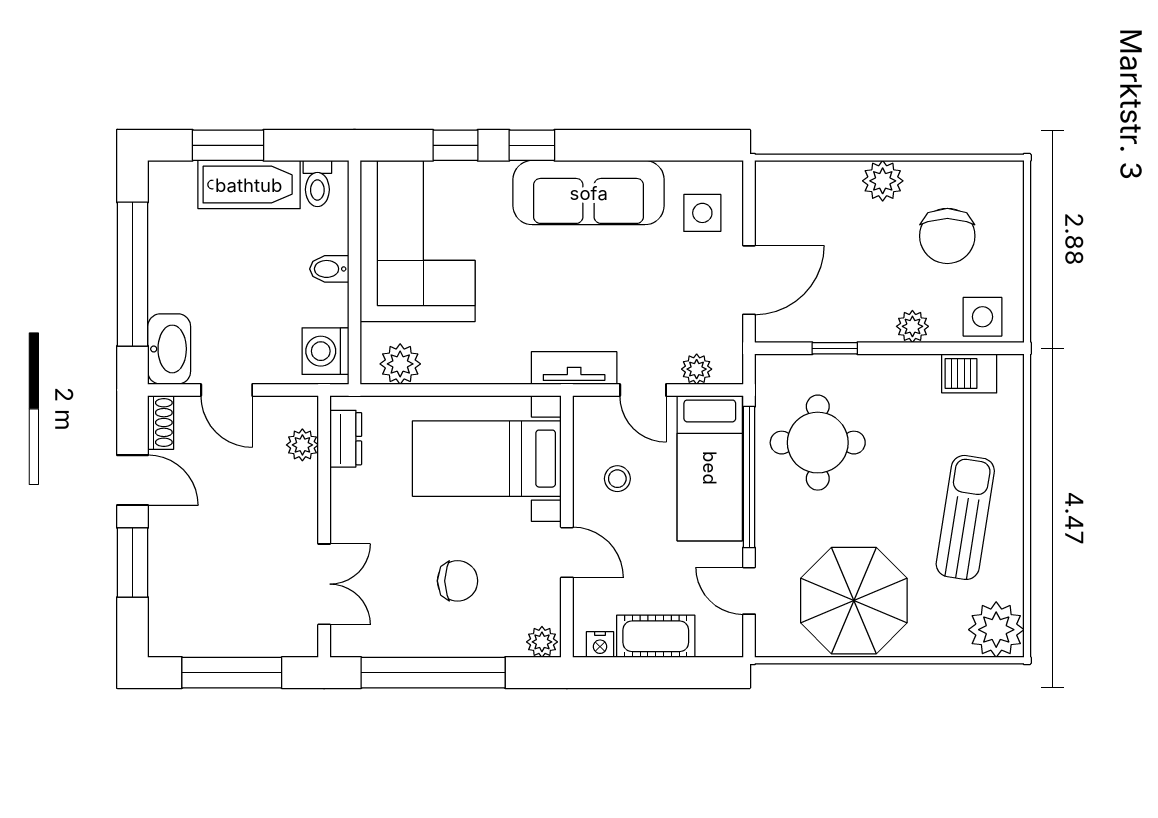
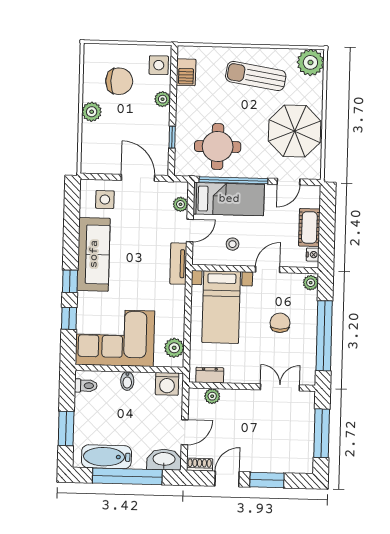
bathtub: (249, 185) -> (106, 457), moved, turned -90

